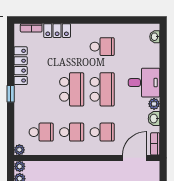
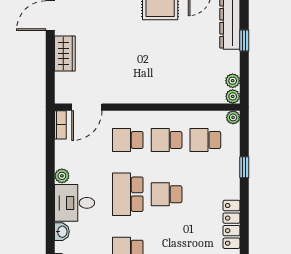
school desk: (72, 89) -> (167, 194), width x0.54
window: (11, 94) -> (244, 167), moved
washbasin: (154, 119) -> (62, 232), moved

